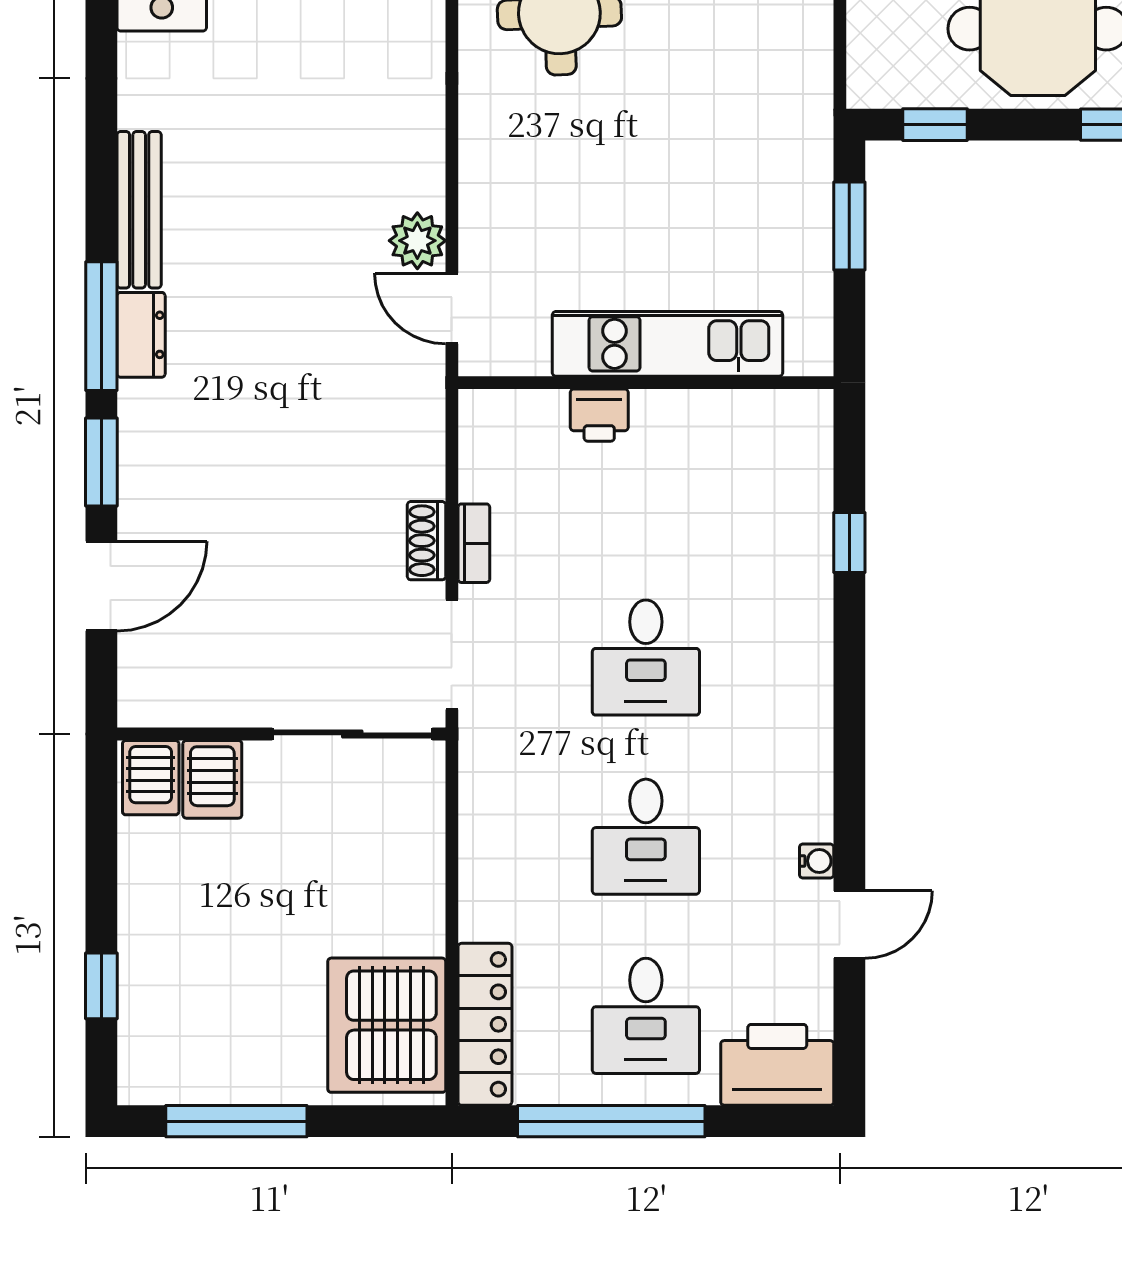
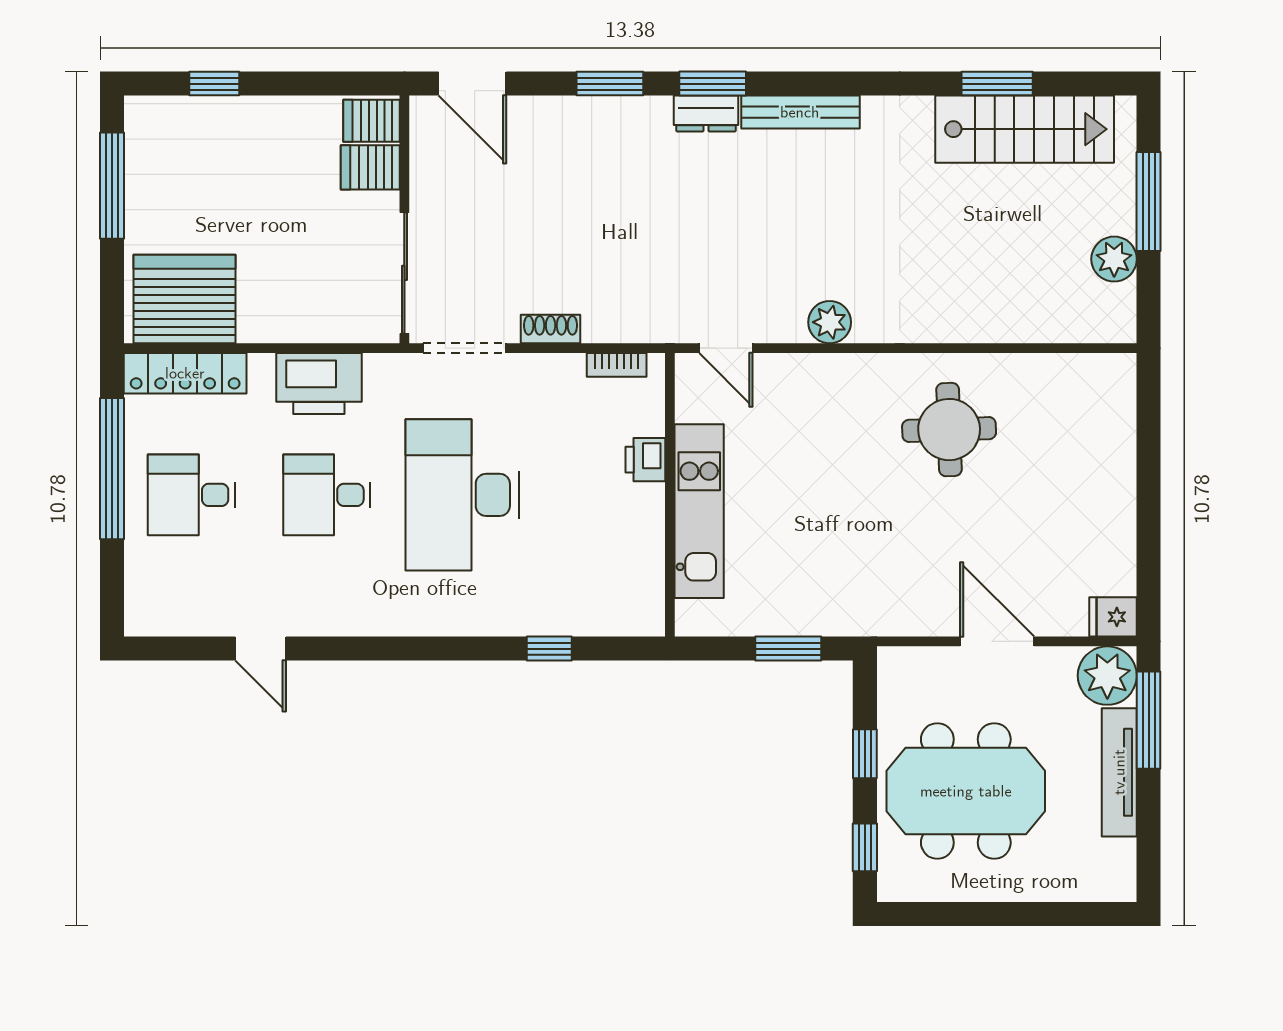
window: (935, 125) -> (865, 754), moved
plant: (417, 241) -> (830, 322), moved
door: (452, 309) -> (726, 348), swing flipped
window: (101, 326) -> (713, 84), width x0.69
bookcase: (474, 543) -> (617, 365), moved
door: (101, 586) -> (472, 84), moved
desk: (646, 658) -> (462, 495), width x1.87, depth x1.30
water cooler: (817, 861) -> (309, 624), removed
printer: (777, 1065) -> (319, 384), moved, turned 90

